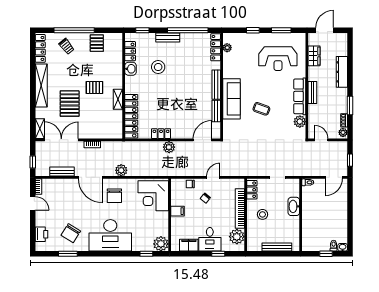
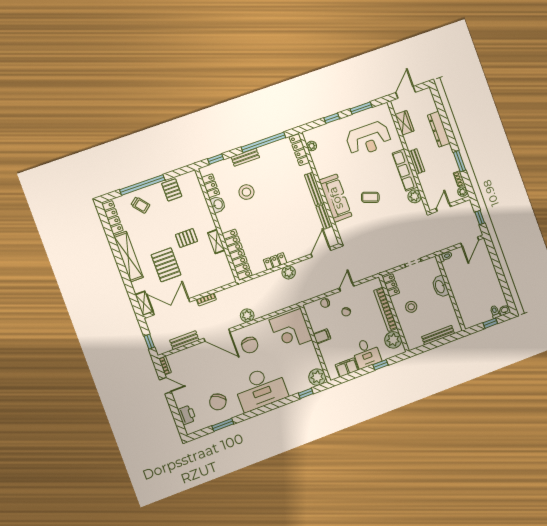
door: (321, 140) -> (443, 207), hinge flipped

